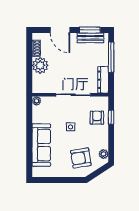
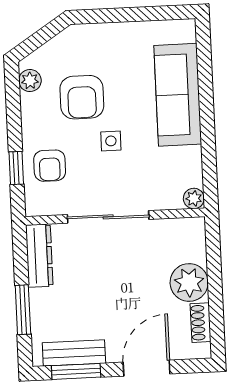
door: (60, 30) -> (147, 368), hinge flipped
window: (111, 57) -> (23, 310), width x0.69
armchair: (81, 158) -> (82, 97), moved, turned 99

